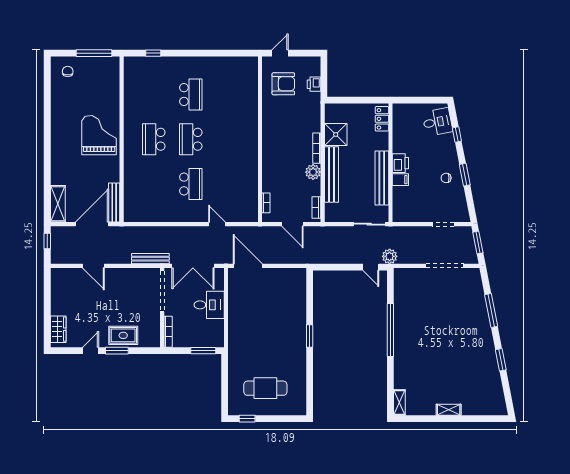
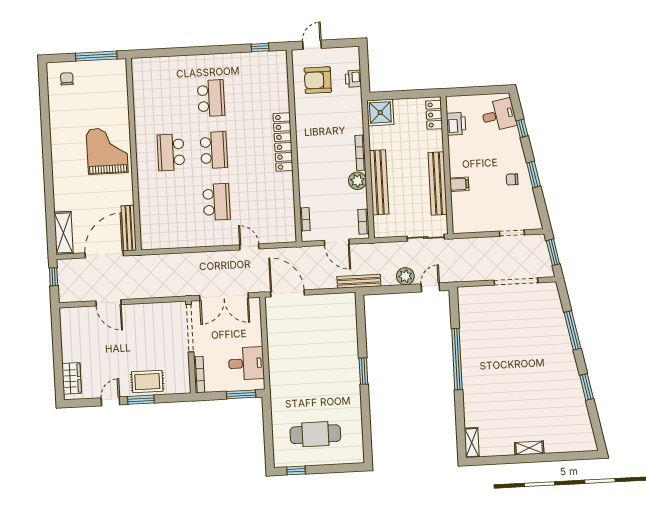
window: (153, 53) -> (260, 47), moved
armchair: (283, 84) -> (318, 80), turned 180
shower: (336, 135) -> (380, 112), moved
locker: (251, 136) -> (283, 142), added
school desk: (191, 139) -> (214, 150), turned 180
printer: (400, 163) -> (456, 124), moved
plant: (390, 256) -> (405, 276), moved
bench: (150, 259) -> (359, 281), moved
door: (371, 267) -> (430, 287), swing flipped
desk: (209, 305) -> (246, 363), moved

